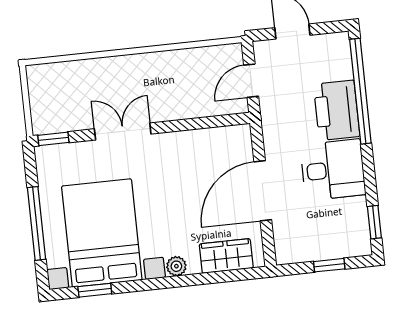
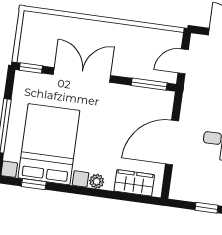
window: (214, 122) -> (149, 84), added
double door: (123, 131) -> (82, 75), width x1.37

